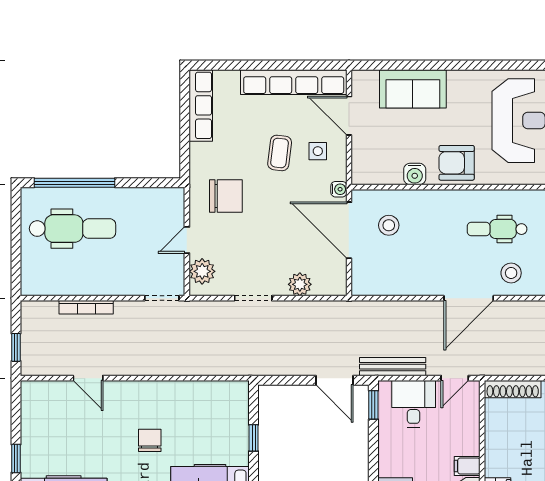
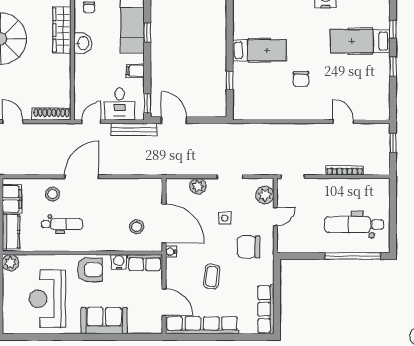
sofa: (413, 89) -> (104, 321), moved
side table: (318, 151) -> (225, 218), moved
row of seats: (377, 173) -> (145, 263), added
filing cabinet: (467, 466) -> (135, 71), moved, turned 180

